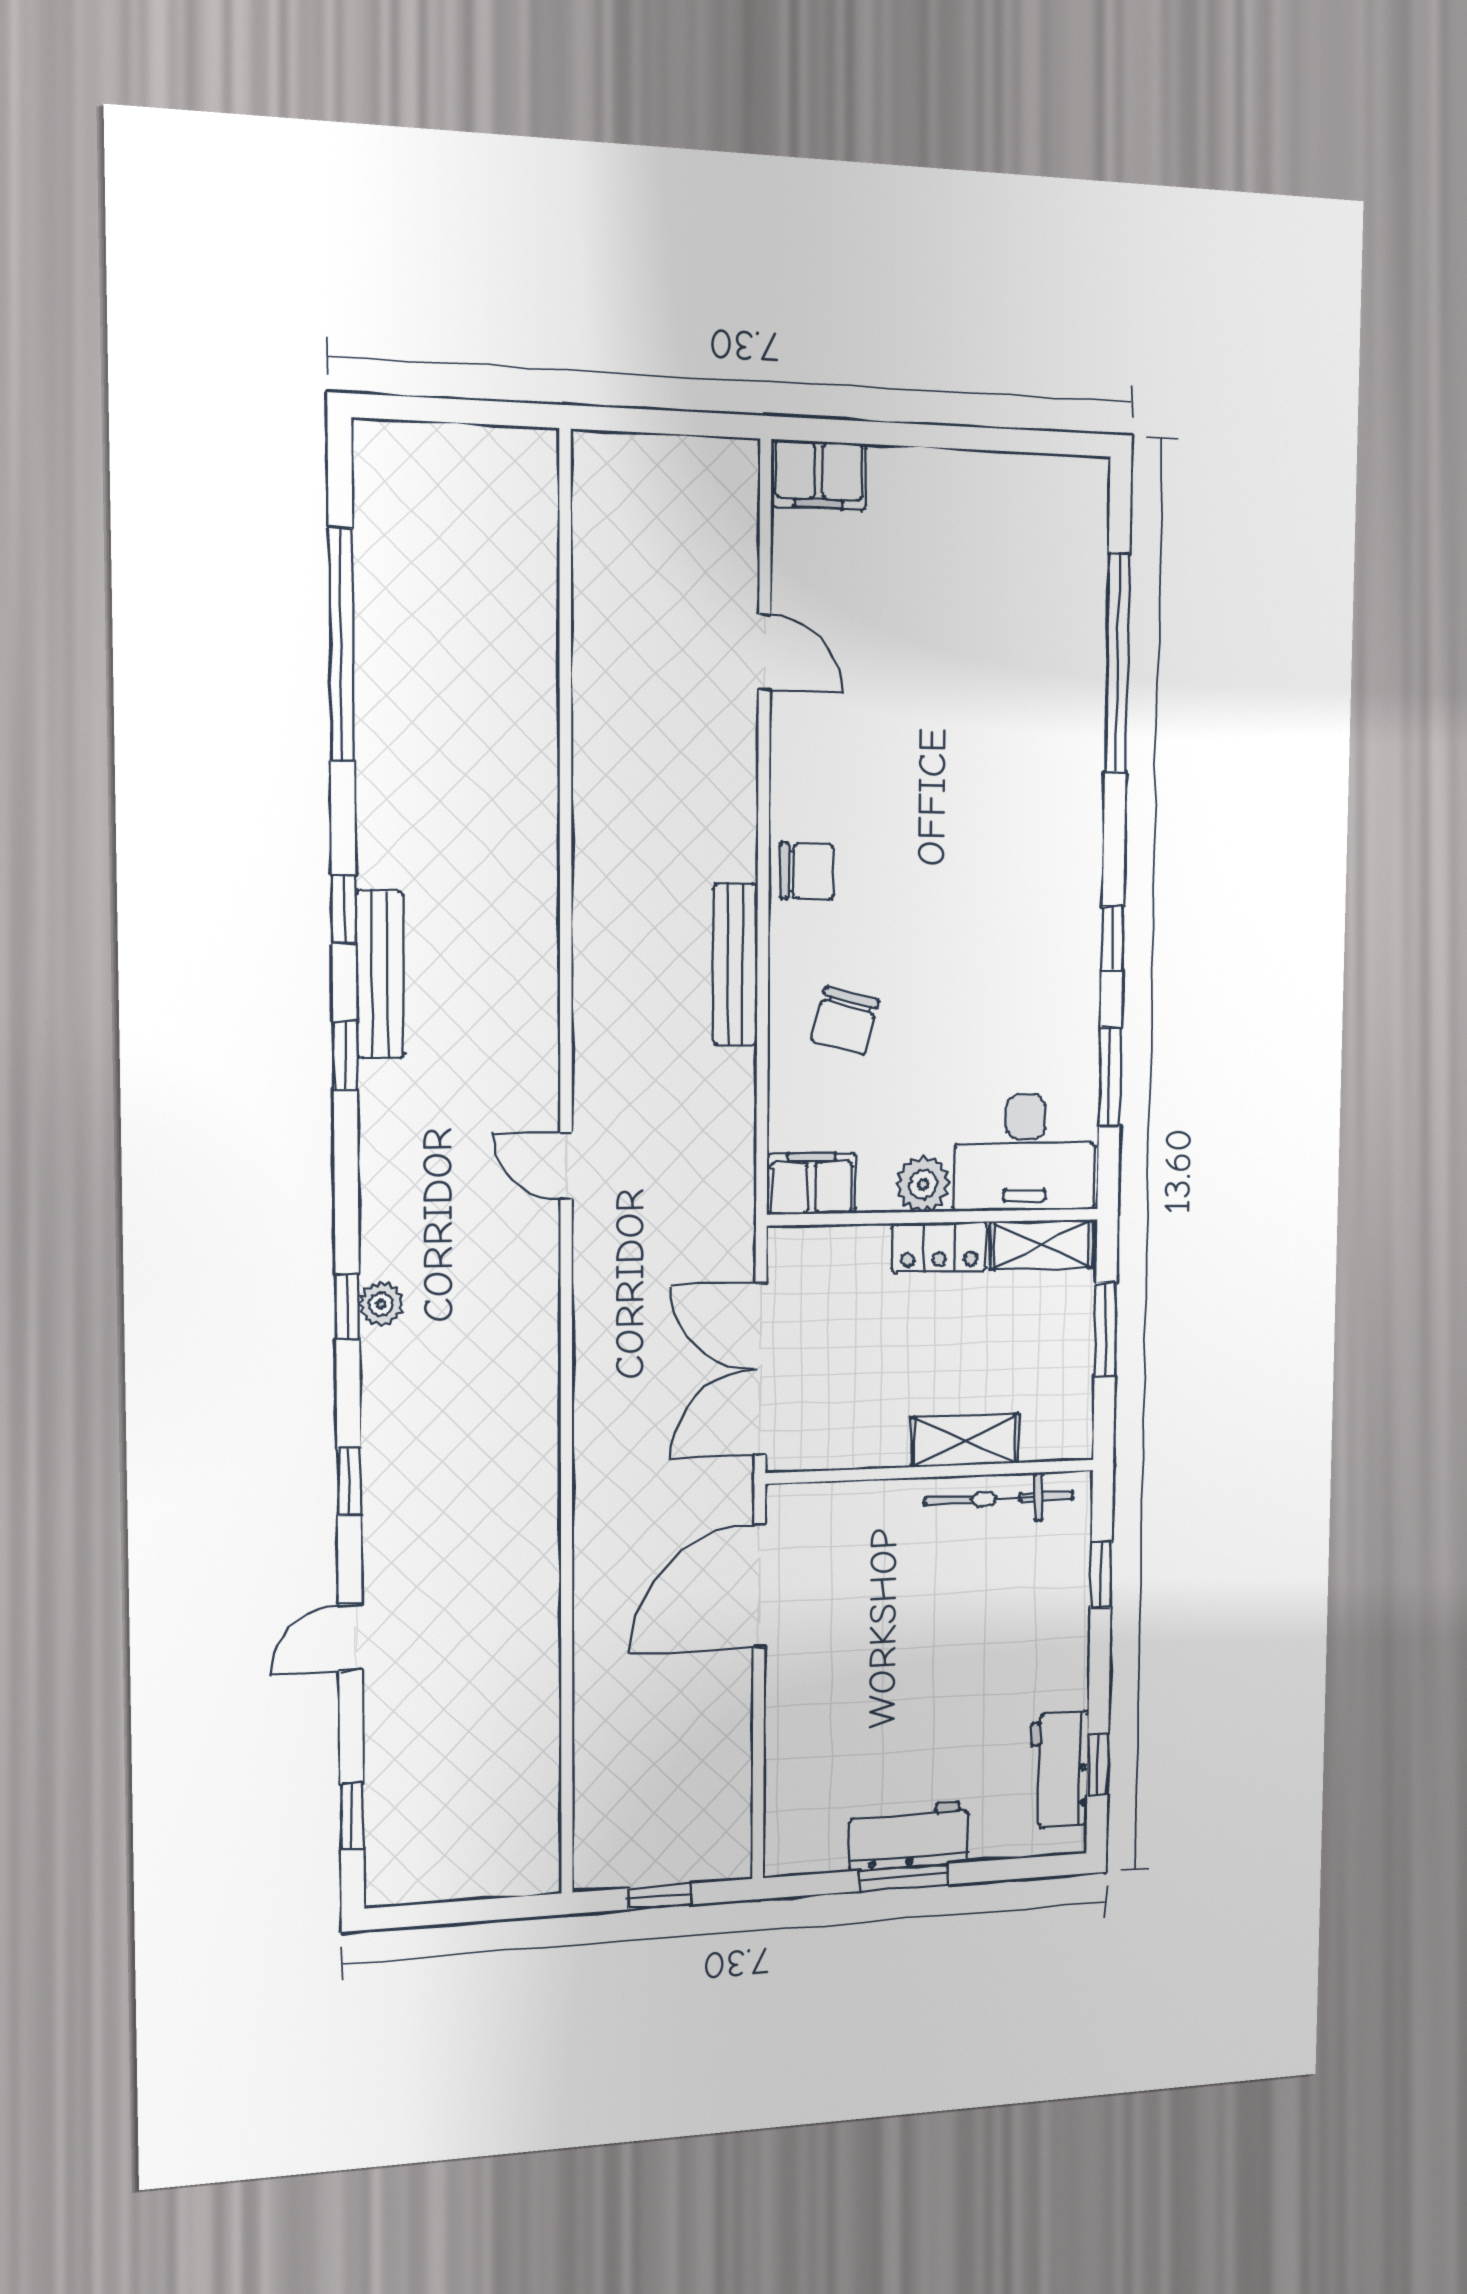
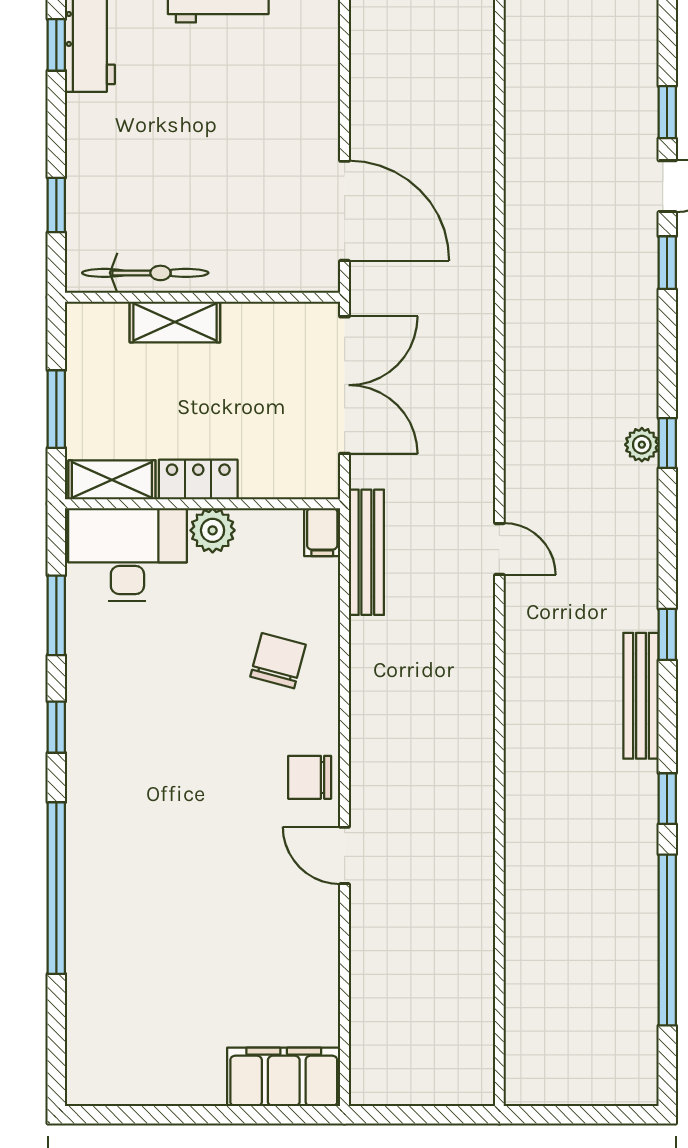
filing cabinet: (819, 475) -> (284, 1077), width x1.50, depth x1.17
door: (765, 652) -> (345, 855), moved
window: (1117, 663) -> (56, 888), moved
window: (344, 909) -> (667, 799), moved
bench: (735, 965) -> (366, 552), moved
filing cabinet: (811, 1184) -> (322, 532), width x0.50
window: (349, 1481) -> (667, 263), moved
door: (759, 1586) -> (345, 211), hinge flipped
window: (352, 1816) -> (667, 112), moved

